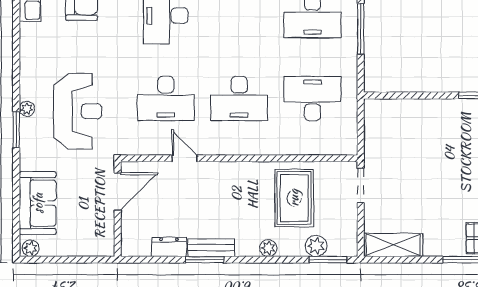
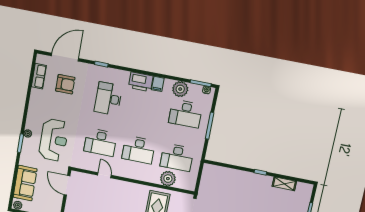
desk: (313, 98) -> (177, 157), turned 180
plant: (304, 141) -> (168, 179), added
door: (118, 191) -> (67, 185), swing flipped

